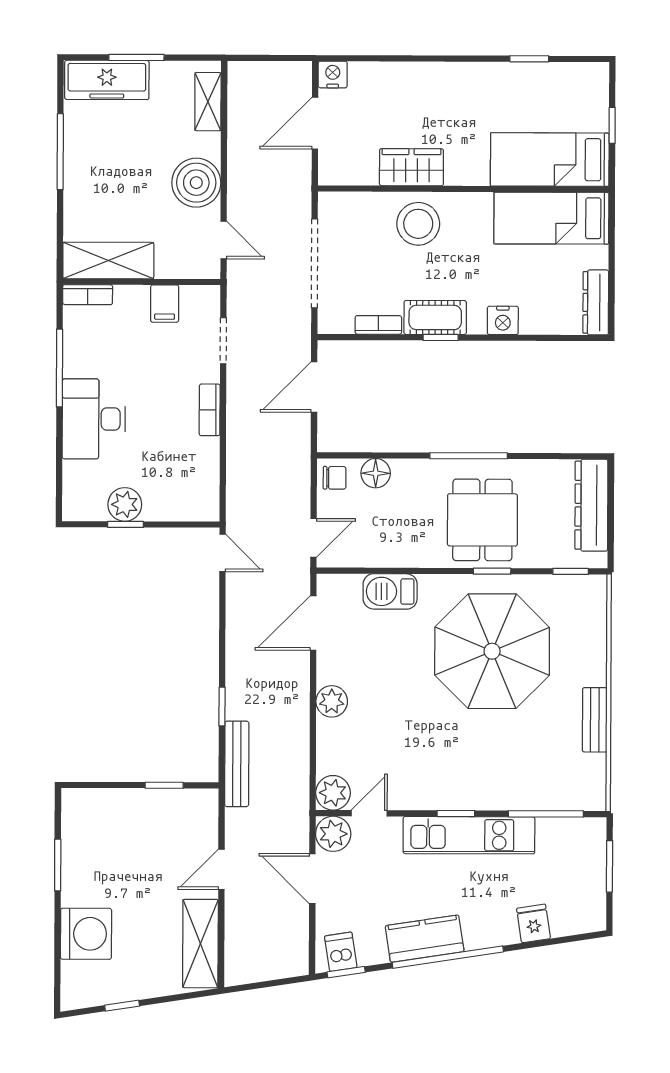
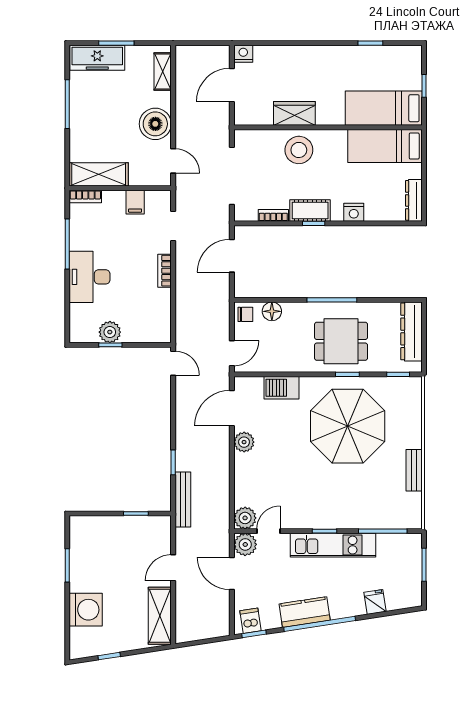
dining table: (482, 520) -> (341, 341), turned 90
plant: (332, 701) -> (244, 442), moved

